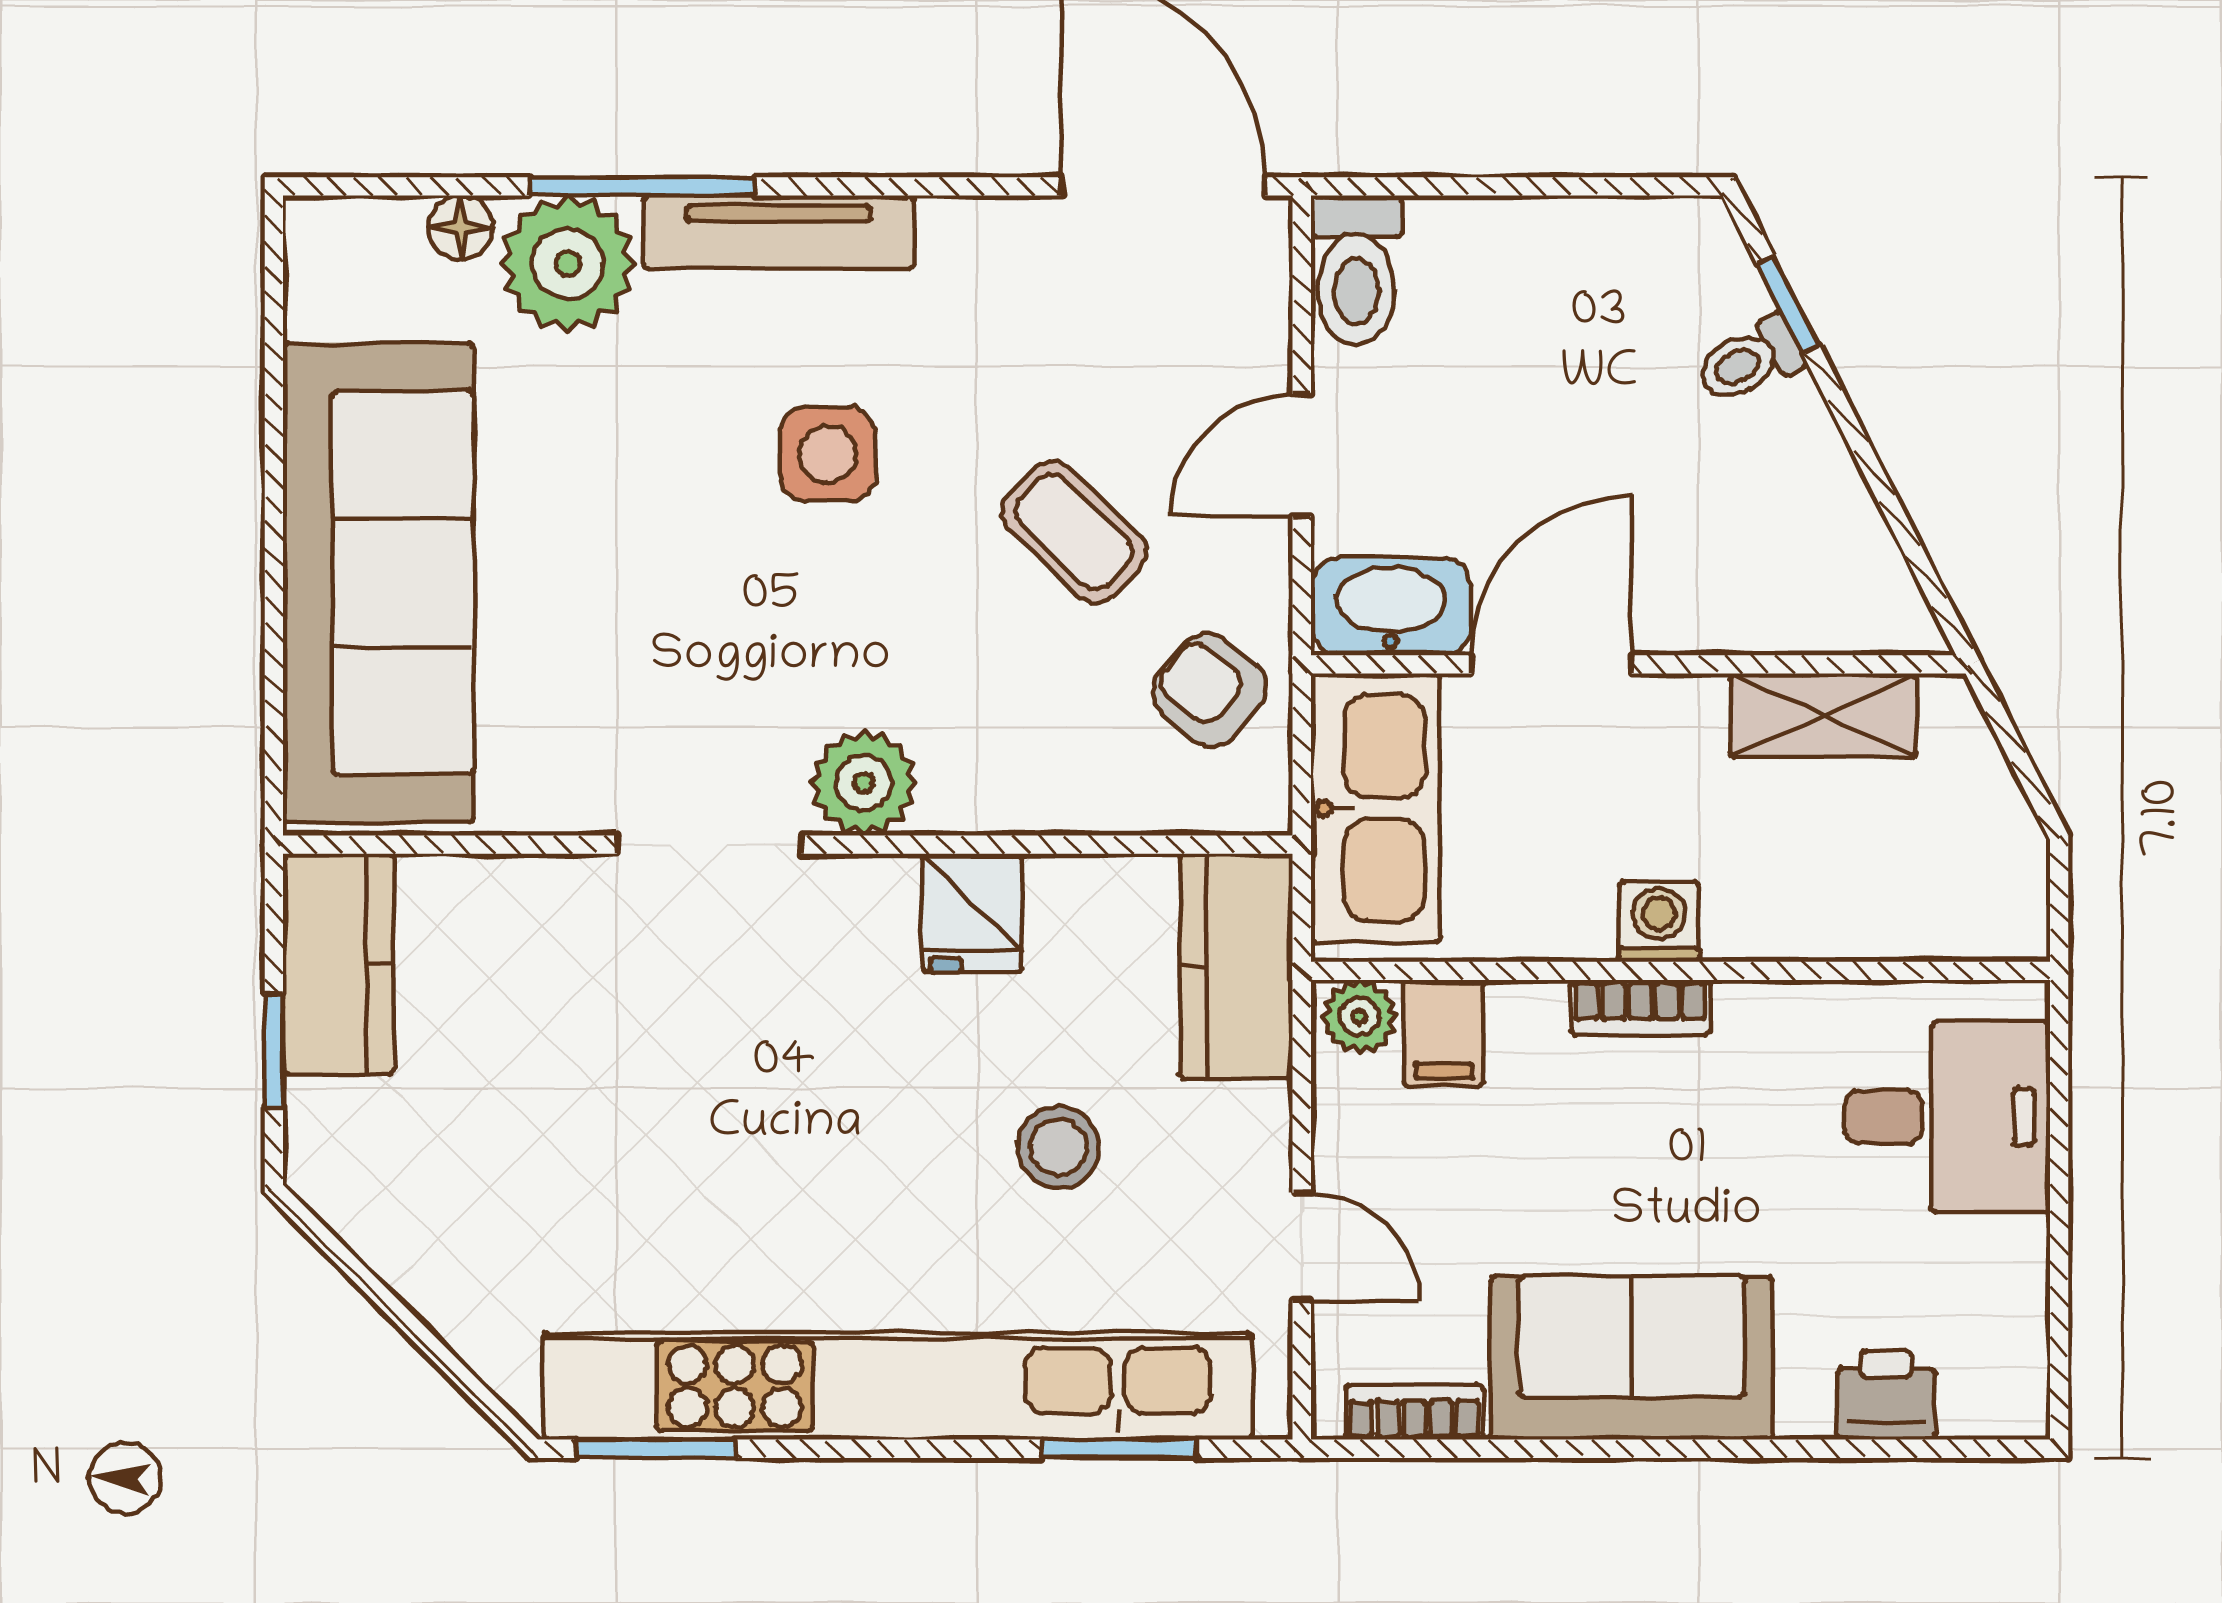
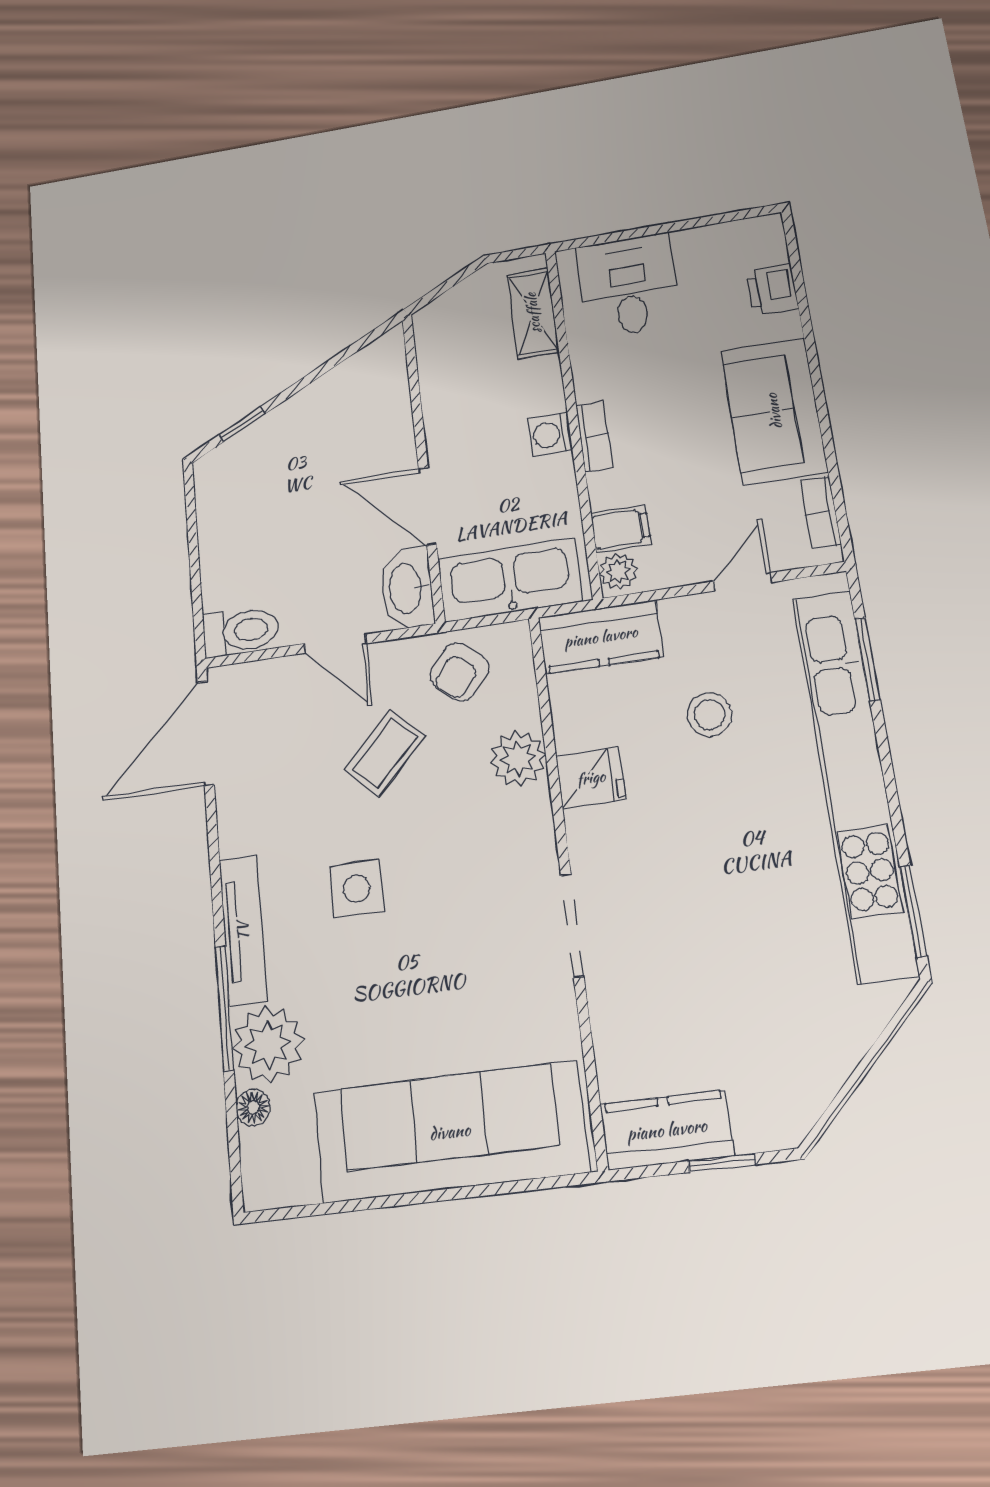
toilet: (1750, 360) -> (270, 438), removed
shelving: (1823, 715) -> (533, 313), moved
plant: (864, 783) -> (518, 758), moved

